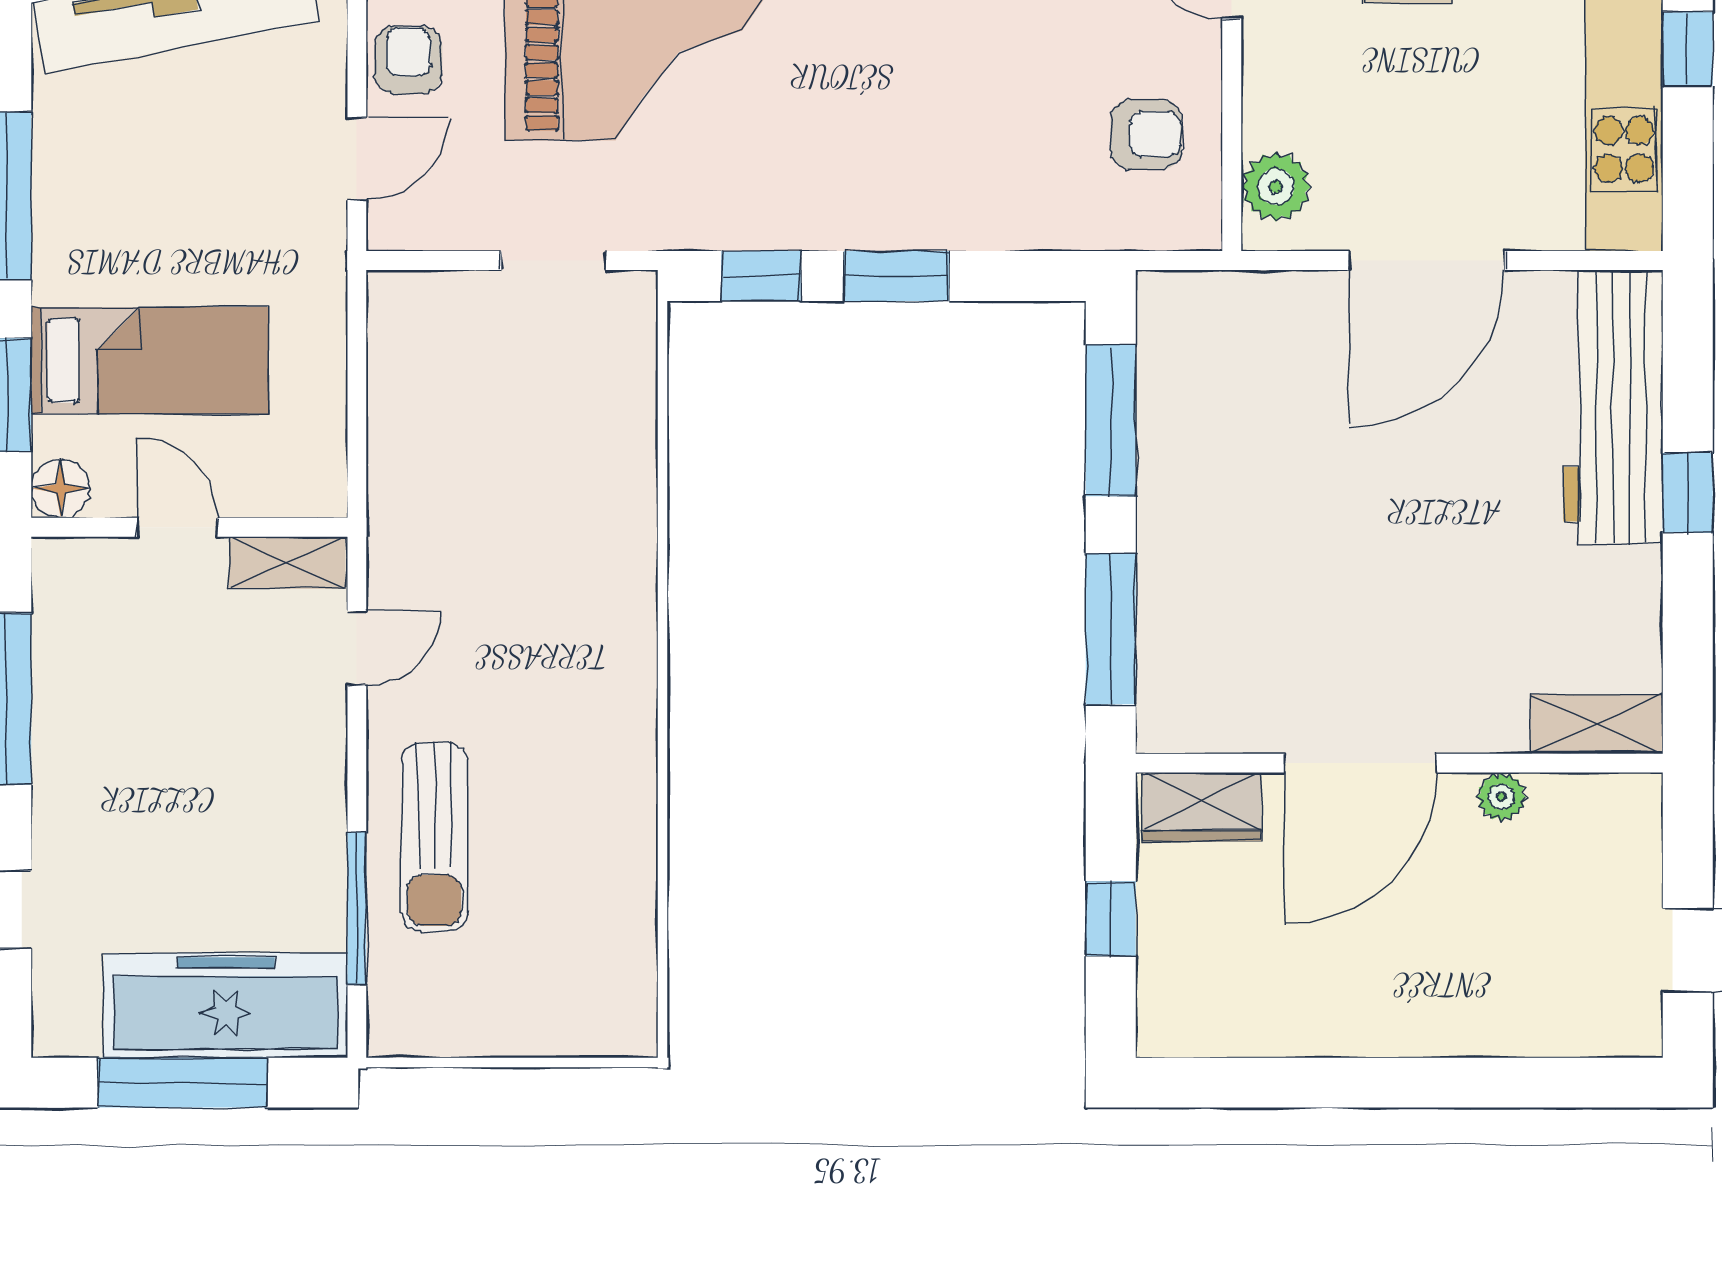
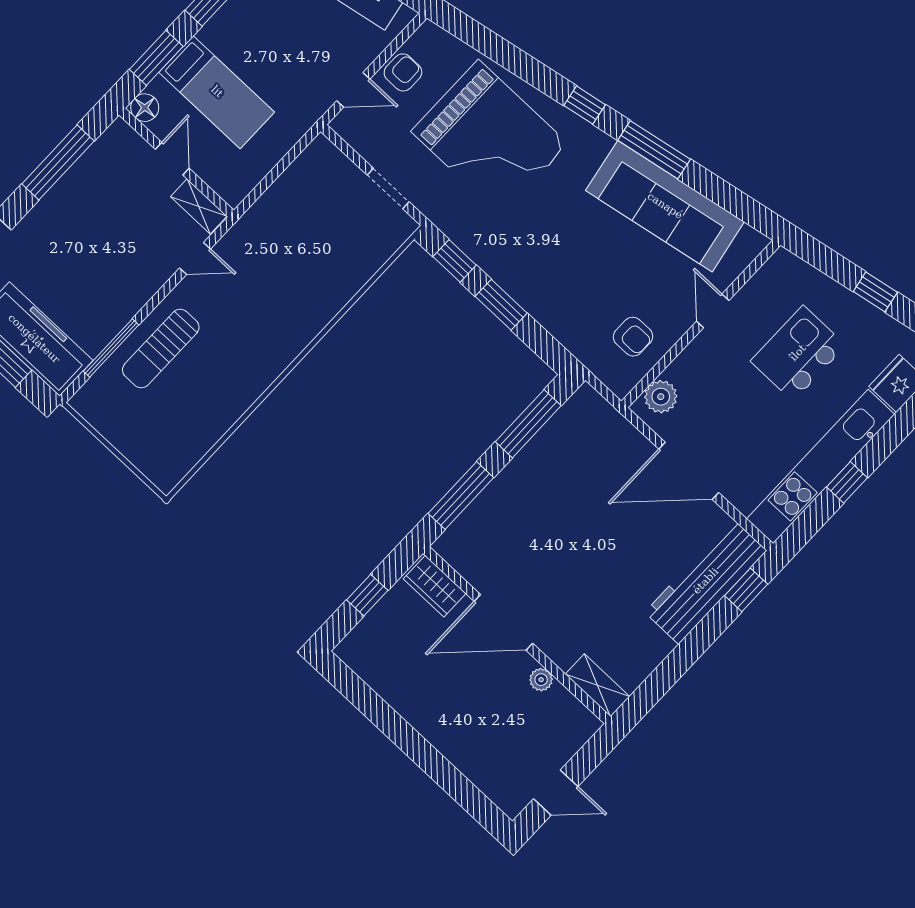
window: (1688, 493) -> (746, 590), moved

